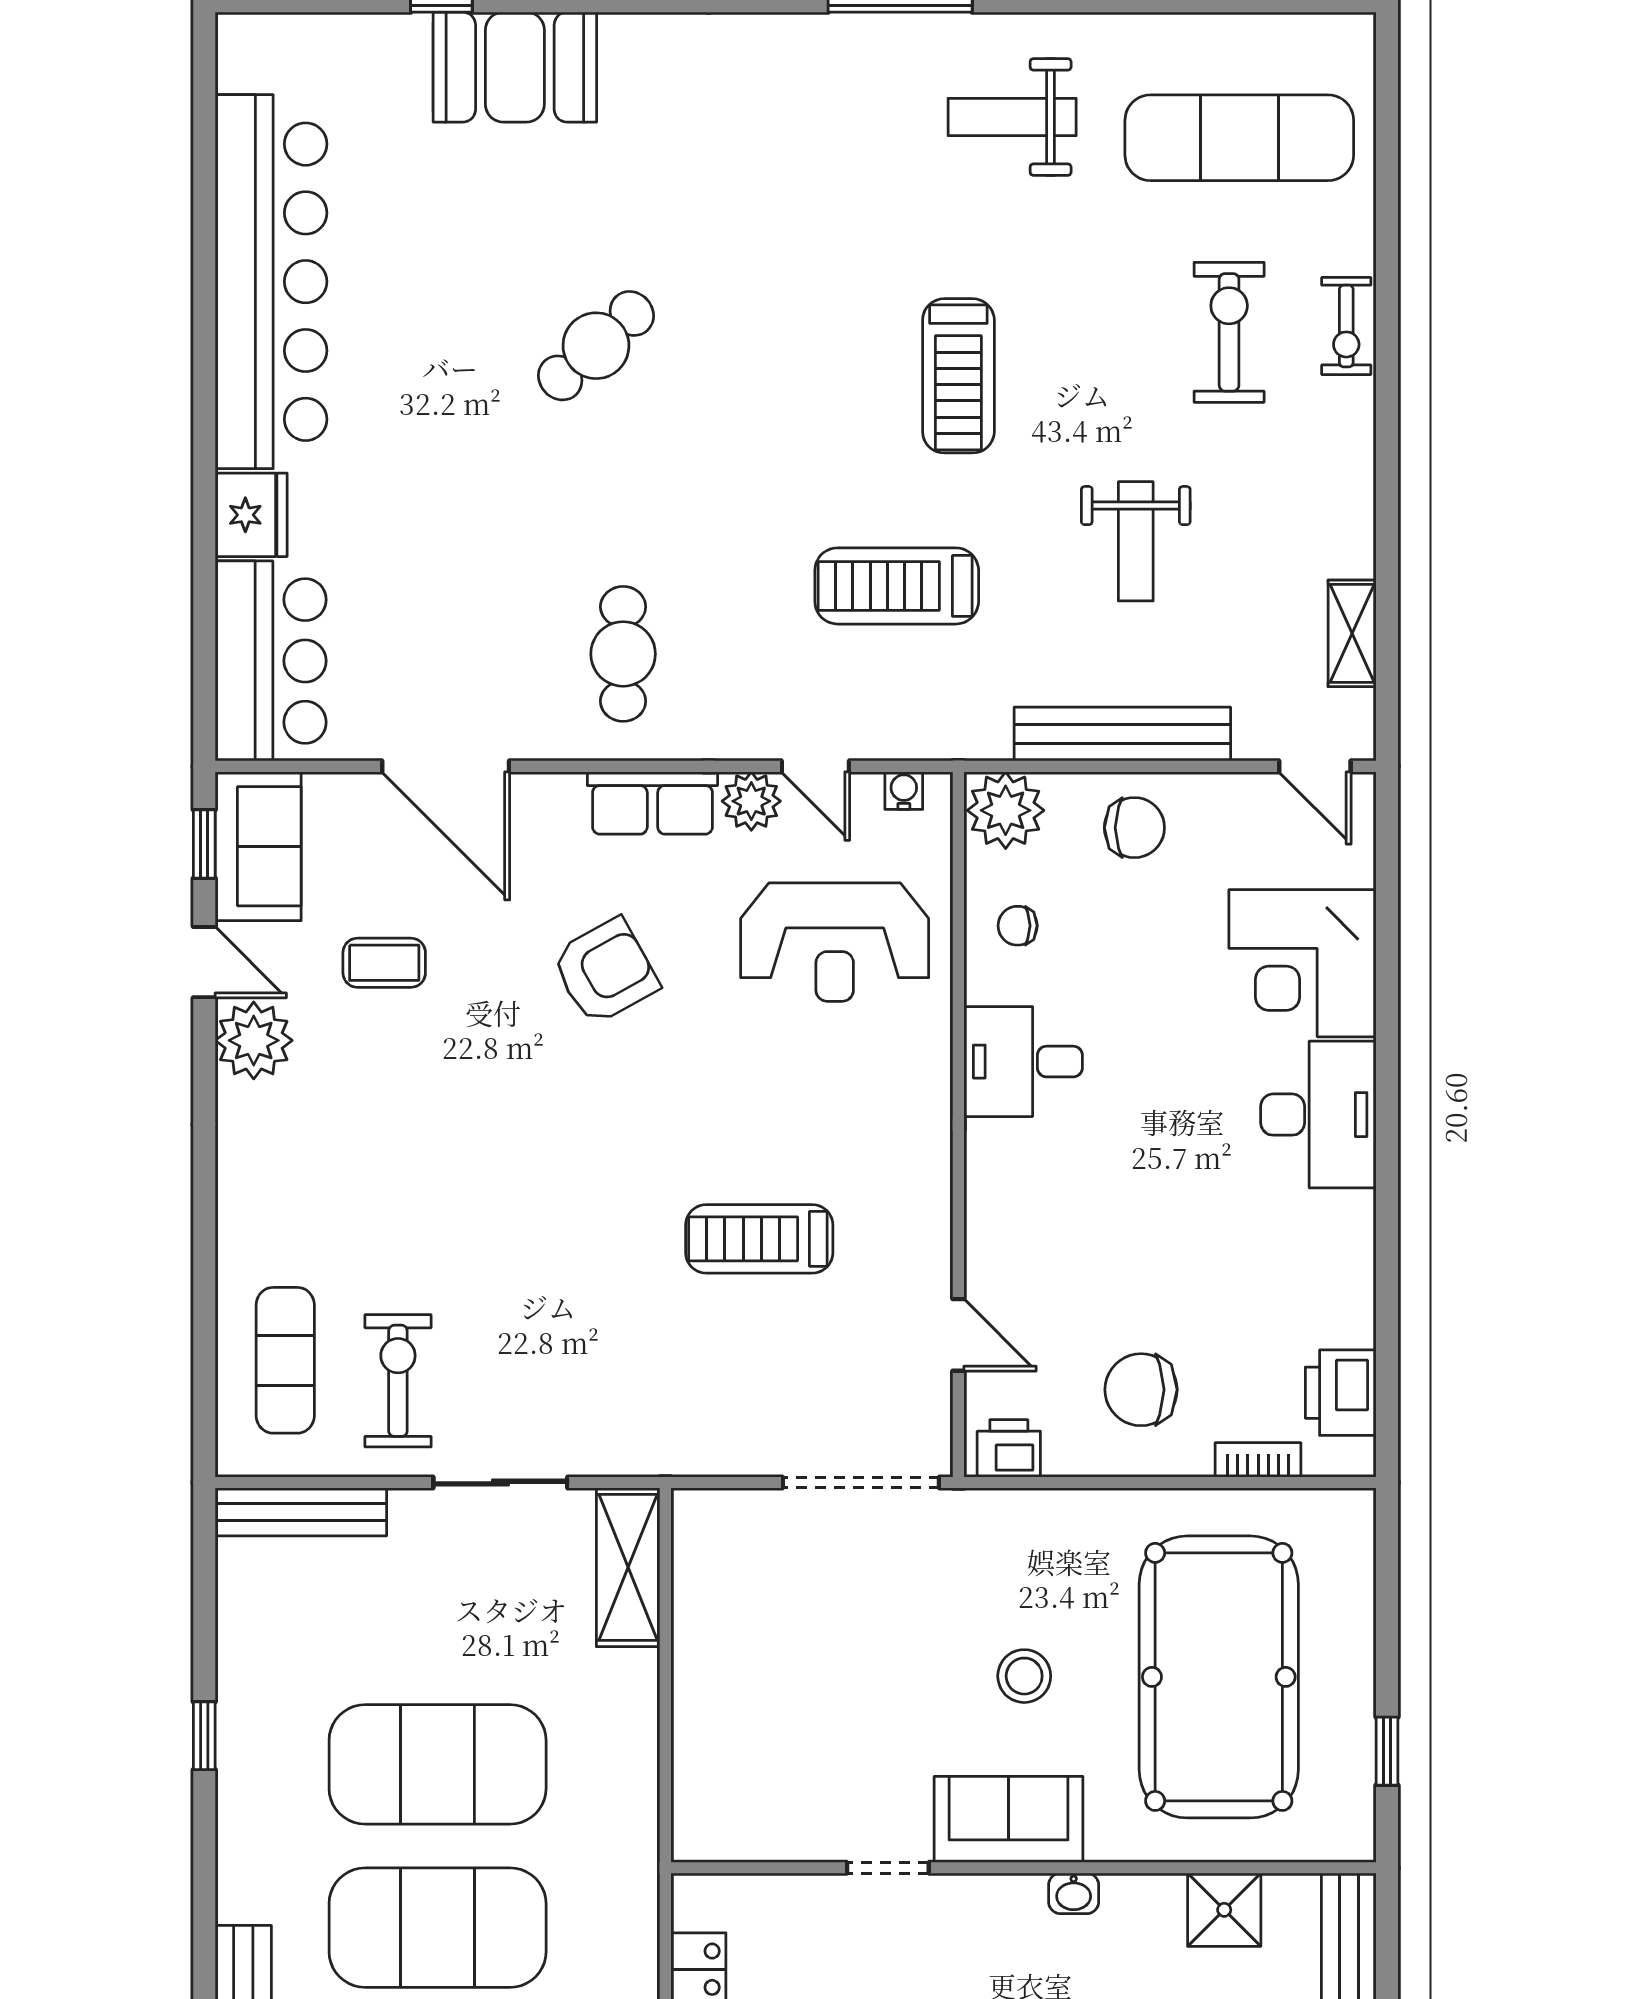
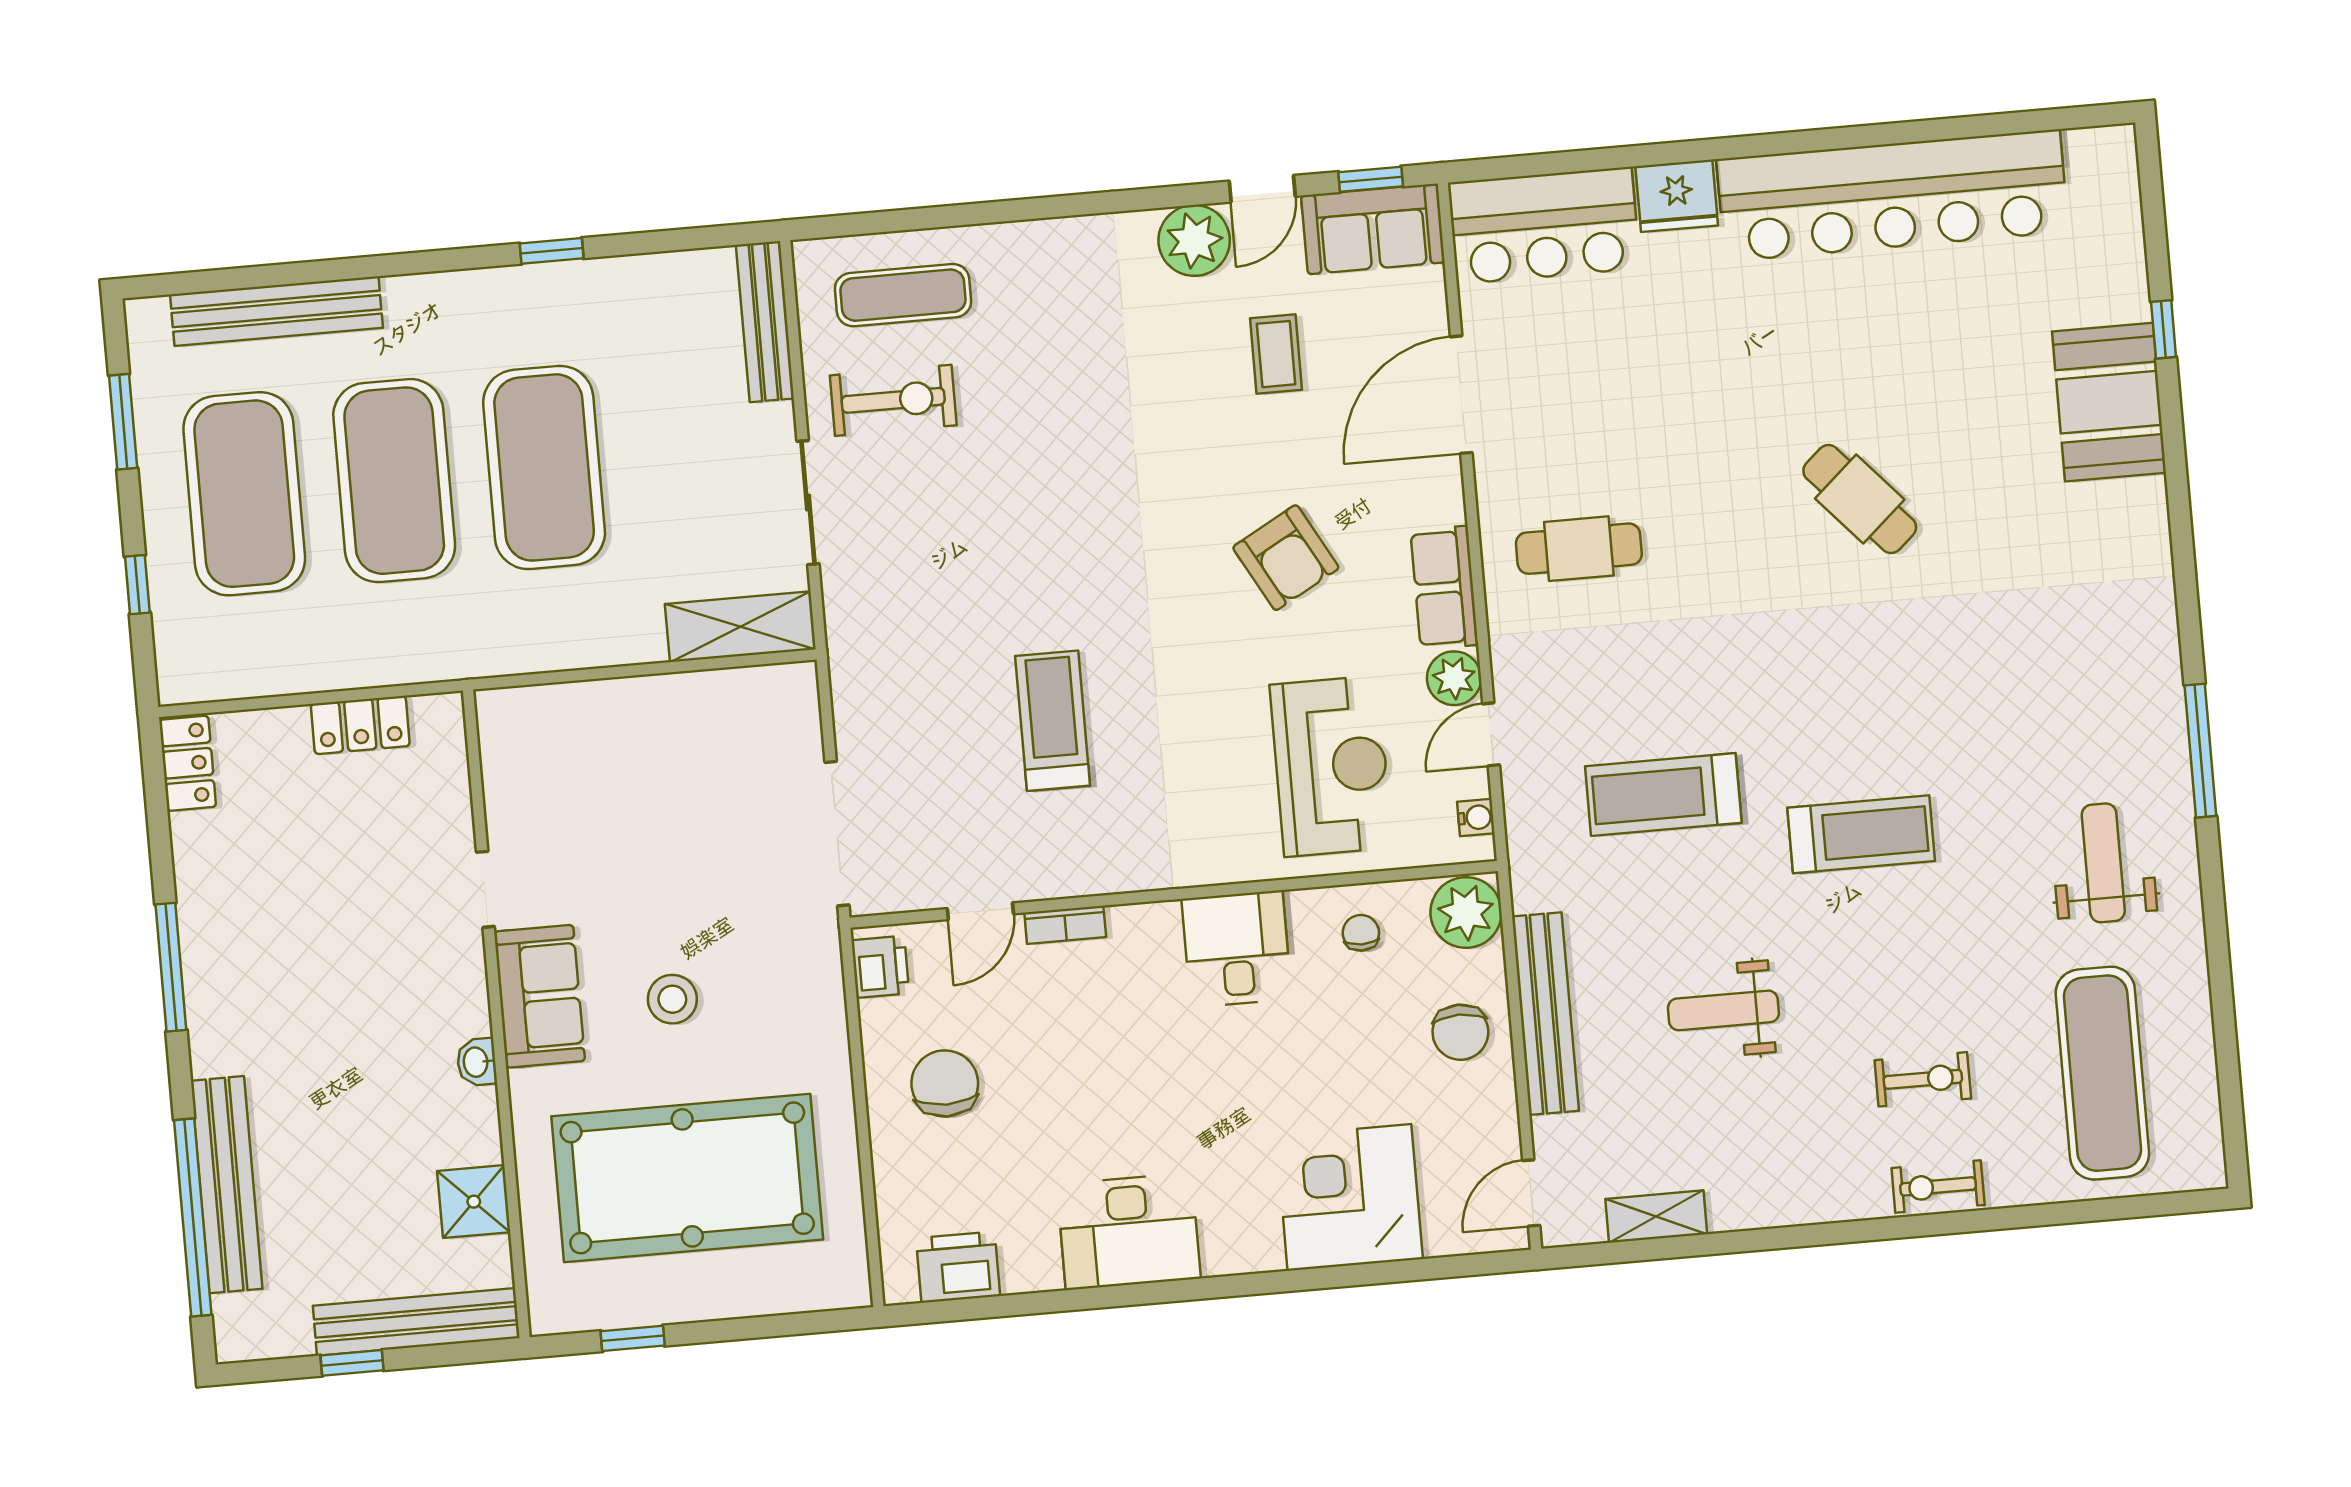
exercise bike: (1229, 332) -> (1923, 1079), width x0.73, depth x0.72
treadmill: (958, 376) -> (1861, 834), turned 180
treadmill: (897, 586) -> (1663, 794), turned -90
reception desk: (835, 942) -> (1331, 766), turned 180
desk: (1318, 1115) -> (1129, 1231), moved
bookcase: (1258, 1460) -> (1065, 925), moved, turned 90

